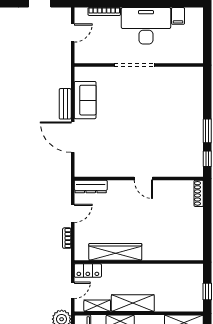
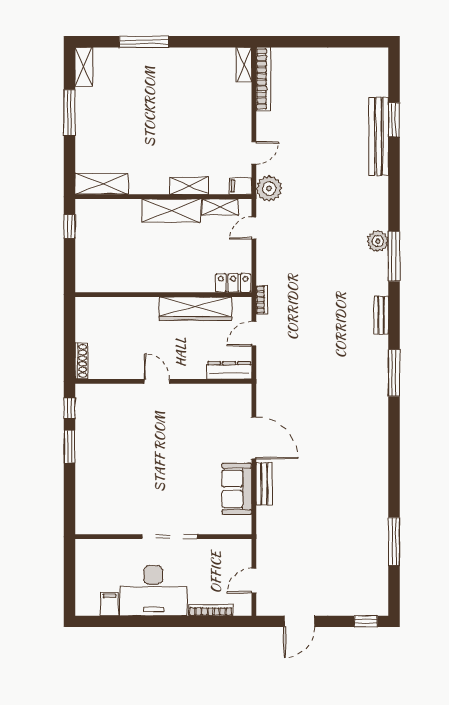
wardrobe: (115, 252) -> (195, 308), moved
wall: (139, 262) -> (163, 295), moved
locker: (88, 270) -> (233, 283), moved

